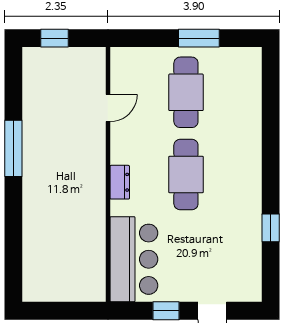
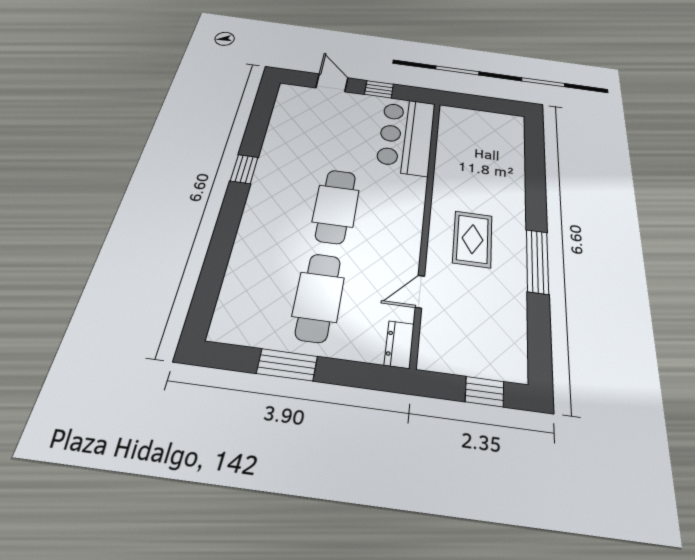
rug: (68, 161) -> (473, 239), added
dresser: (120, 182) -> (399, 344), moved
window: (271, 228) -> (244, 169), moved

